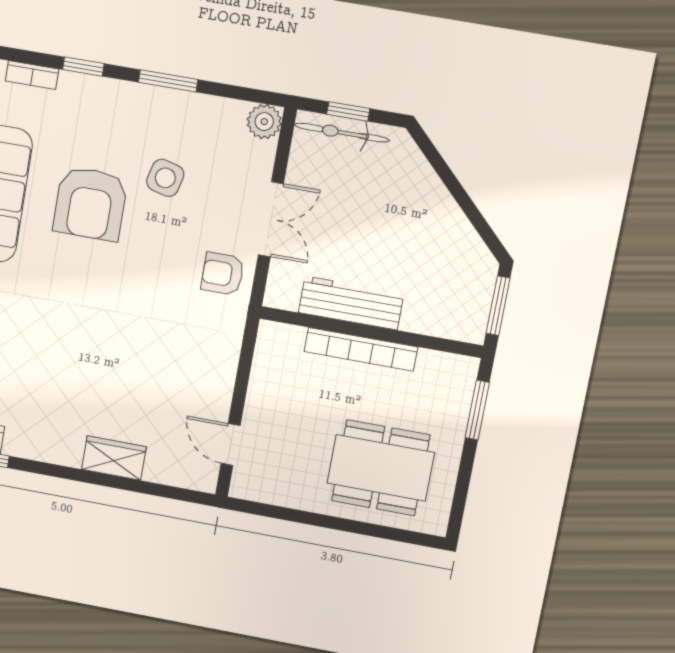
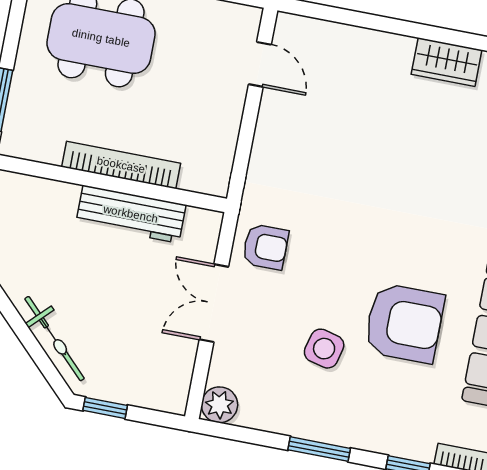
window: (348, 111) -> (105, 408), moved
bicycle: (342, 133) -> (55, 339), moved, turned 45
armchair: (90, 204) -> (404, 323), turned 90
wardrobe: (114, 458) -> (447, 62), moved

